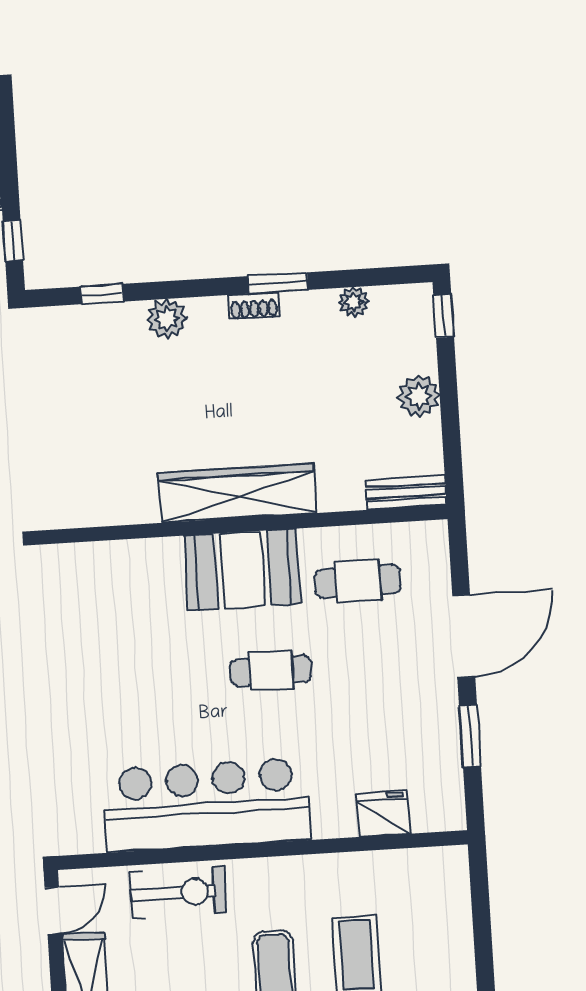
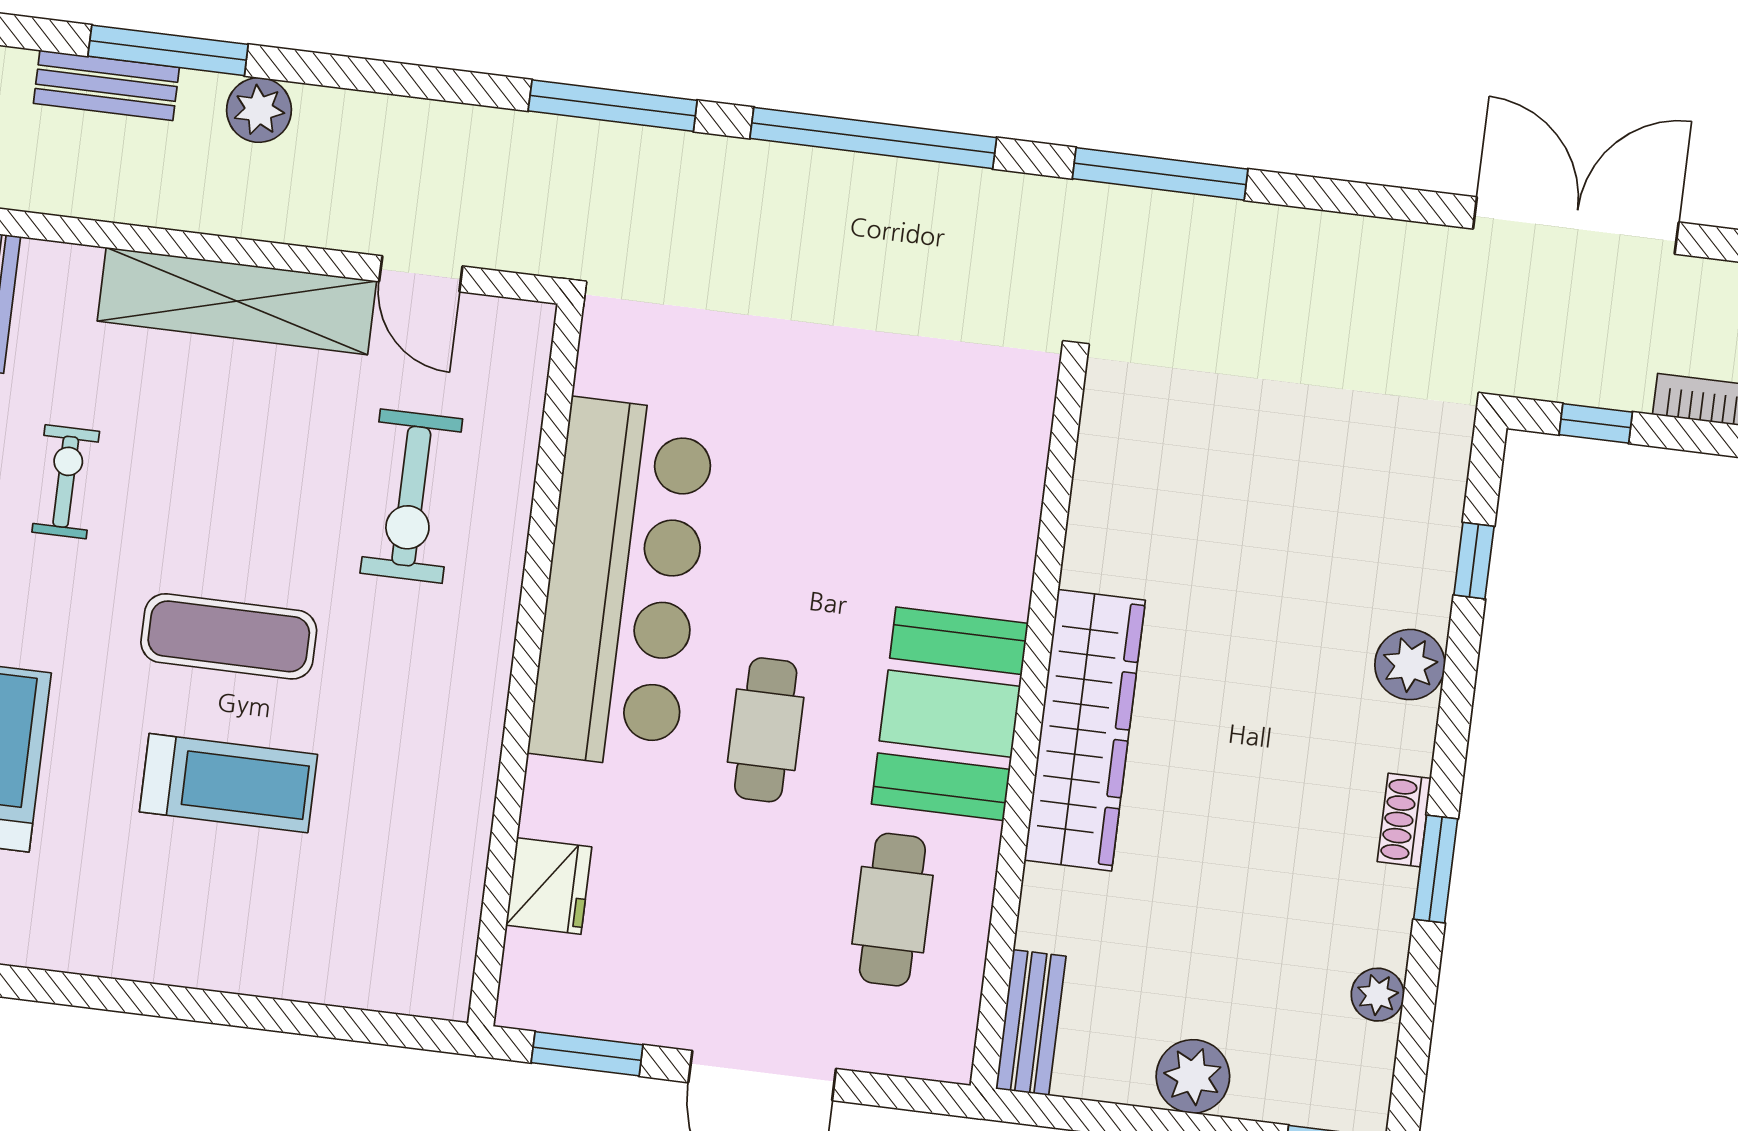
bar counter: (207, 805) -> (622, 584), moved
fridge: (383, 814) -> (549, 886), moved
wall: (262, 850) -> (525, 665), moved

